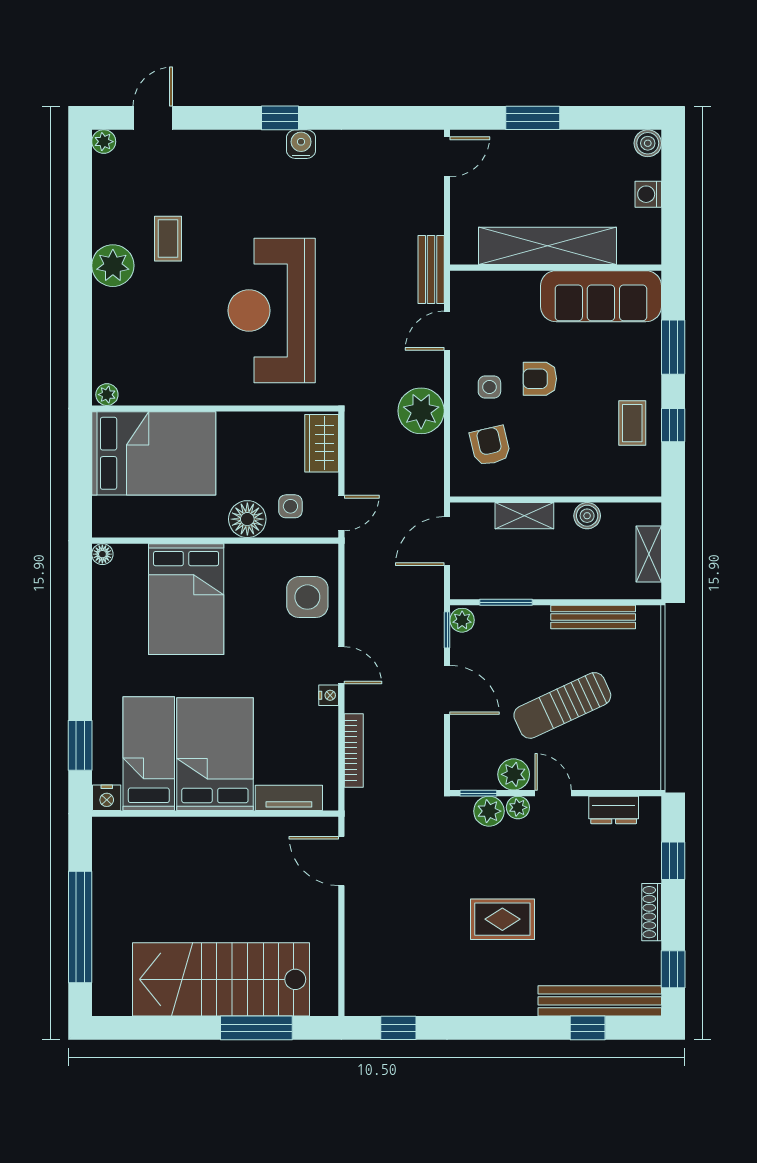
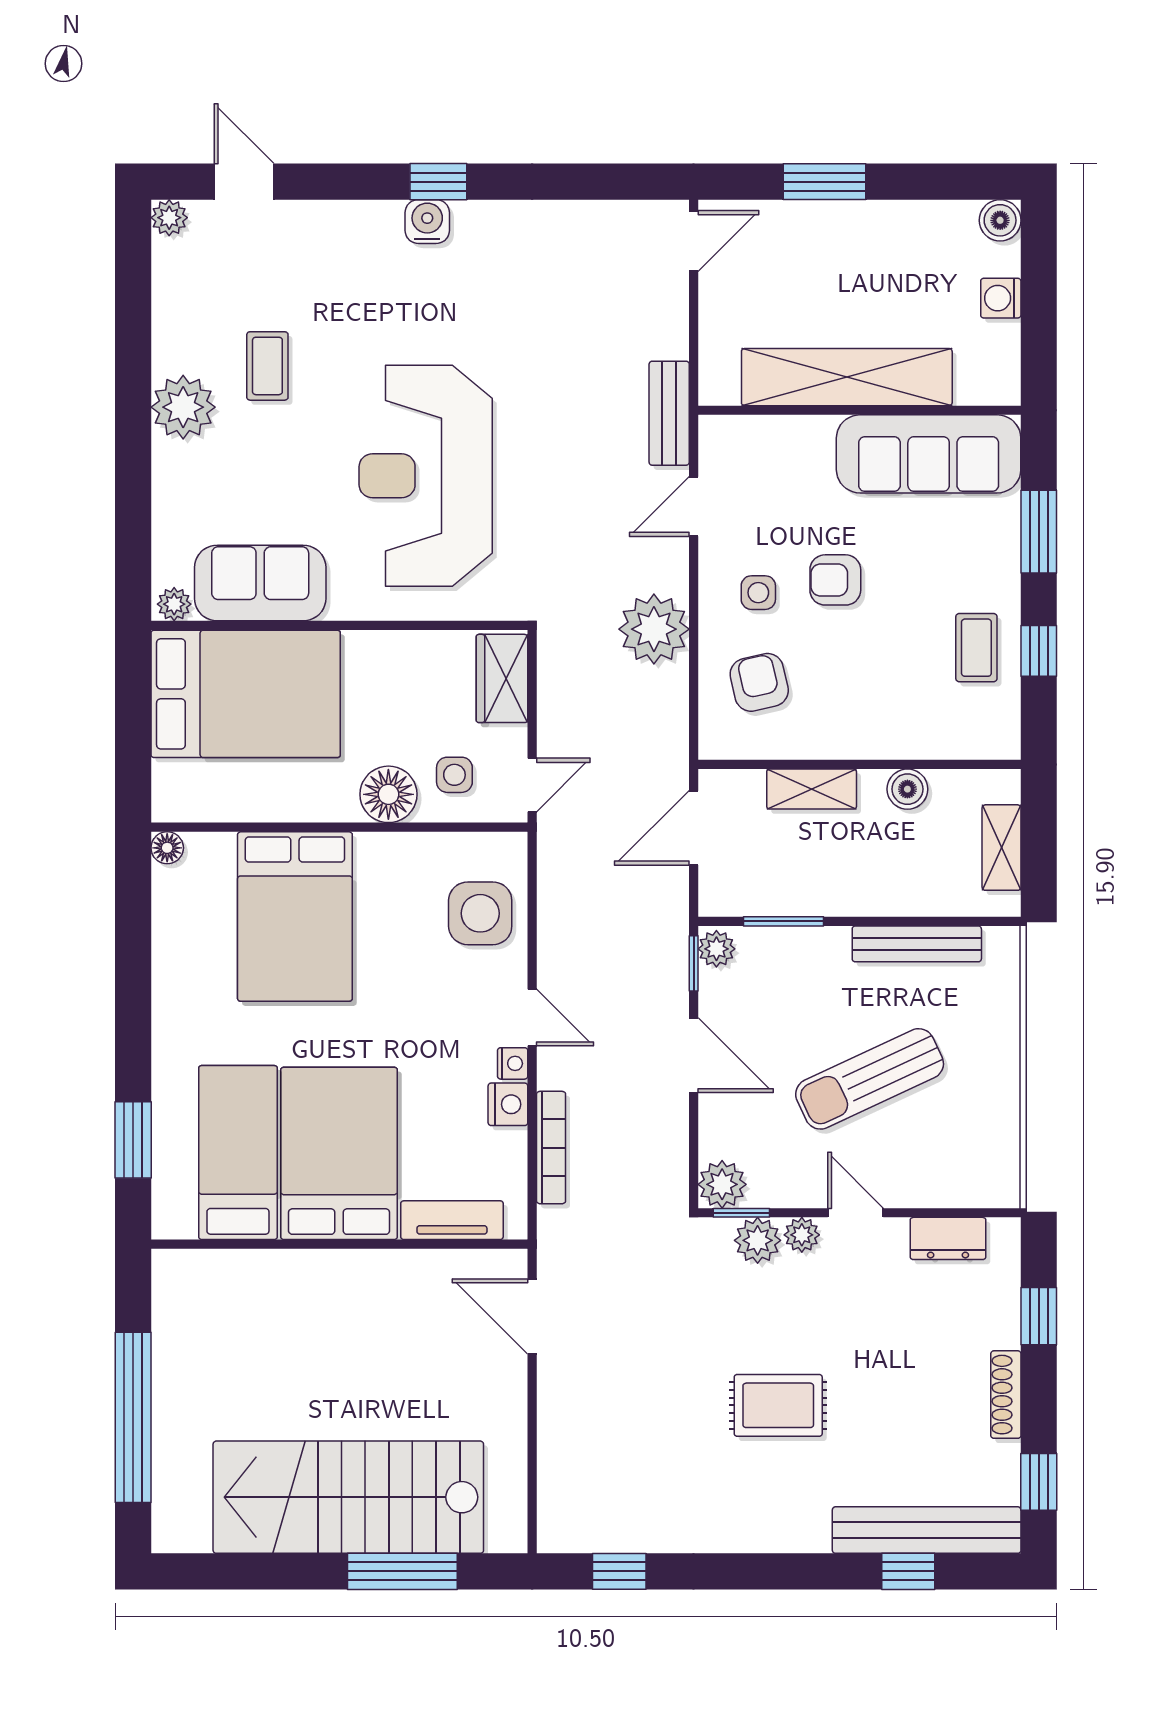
door: (153, 118) -> (244, 182), hinge flipped
water cooler: (301, 144) -> (427, 222), moved
sofa: (163, 381) -> (260, 583), added
plant: (514, 774) -> (722, 1184), moved
nightstand: (107, 798) -> (508, 1104), moved, turned -90

